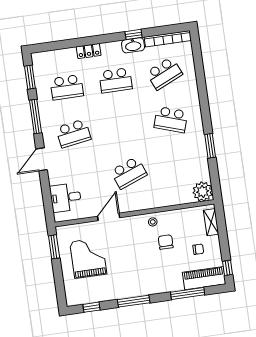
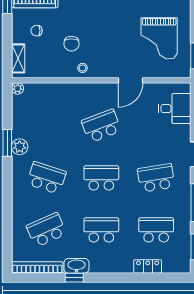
locker: (89, 51) -> (148, 266), moved
school desk: (122, 127) -> (101, 178), added
plant: (199, 144) -> (20, 147), added
plant: (203, 192) -> (18, 88), width x0.53, depth x0.53

